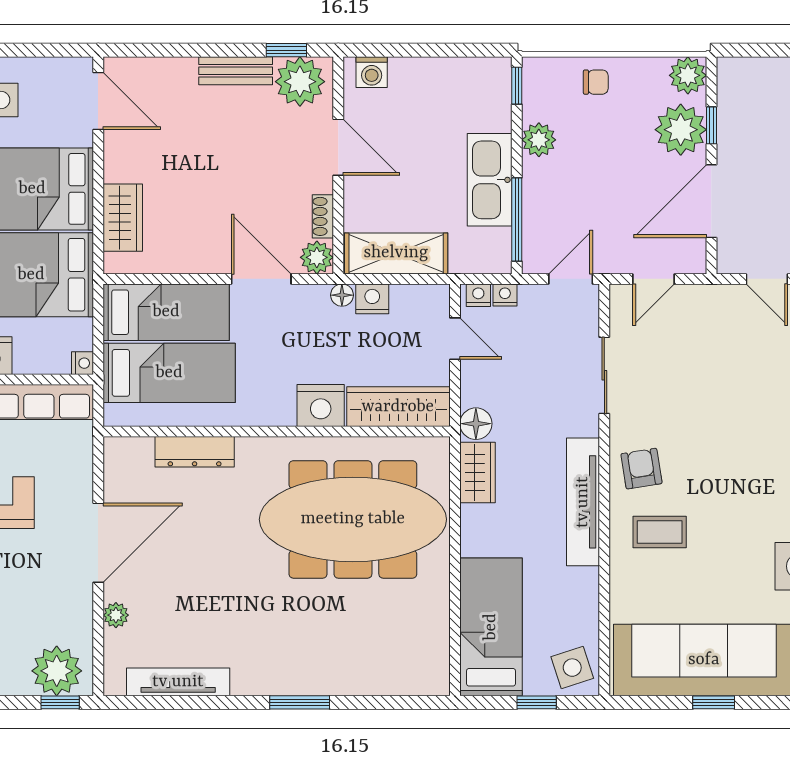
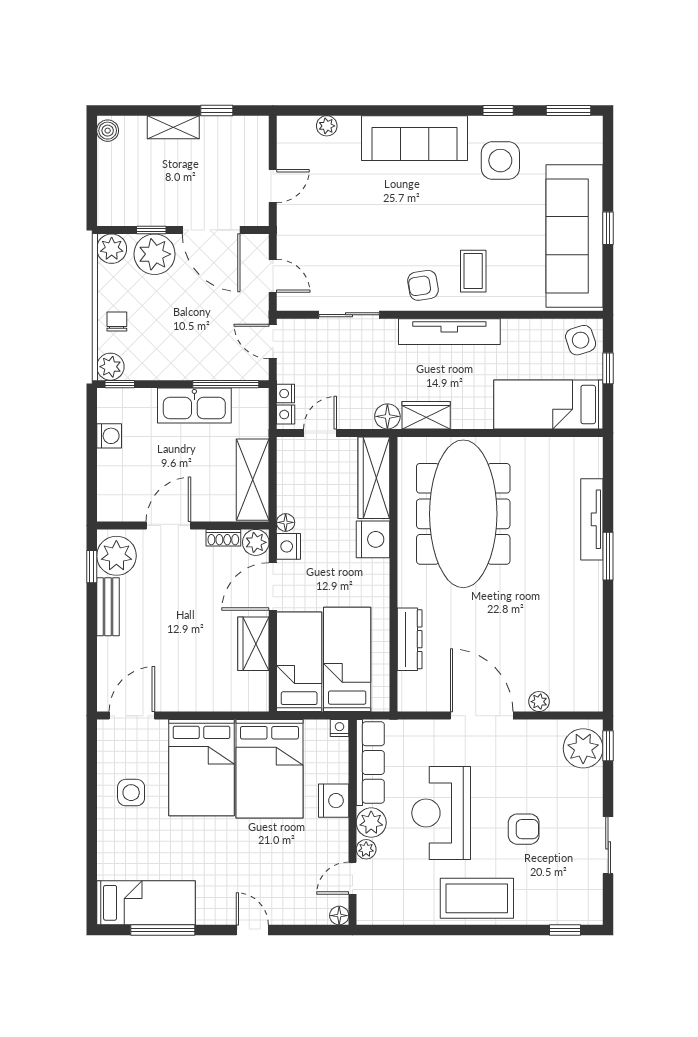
washing machine: (372, 72) -> (109, 436), moved
plant: (539, 140) -> (110, 367), moved
wardrobe: (123, 218) -> (253, 644), moved, turned -90
nightstand: (372, 299) -> (289, 546), moved
tv unit: (178, 682) -> (592, 519), moved

